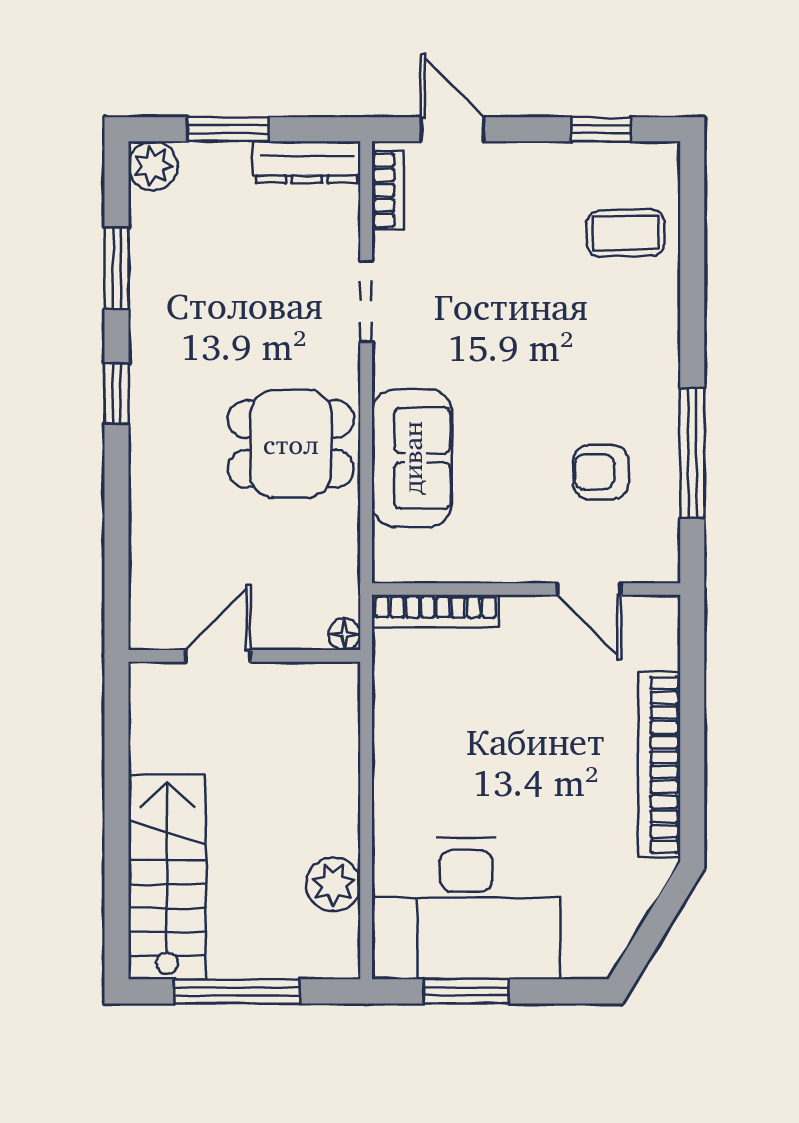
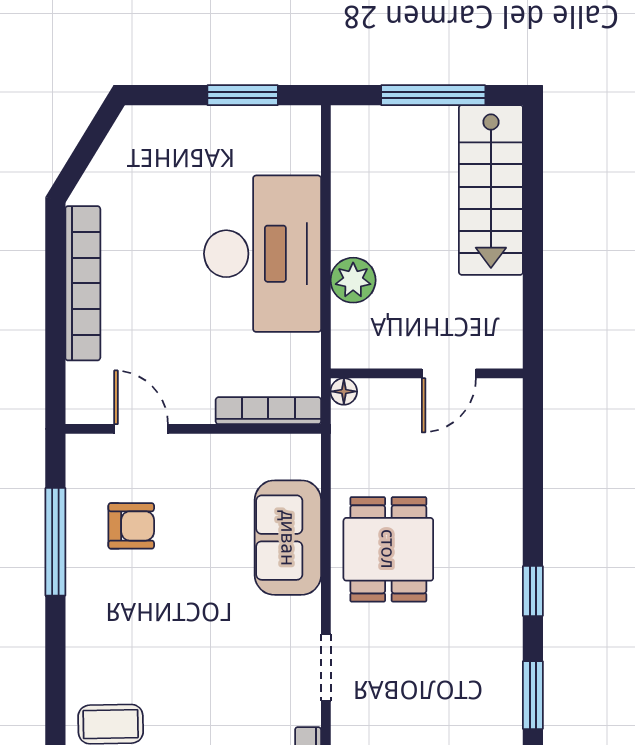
dining table: (291, 444) -> (388, 549), turned 90
plant: (333, 884) -> (353, 280), moved
desk: (466, 909) -> (263, 254), moved, turned 90

